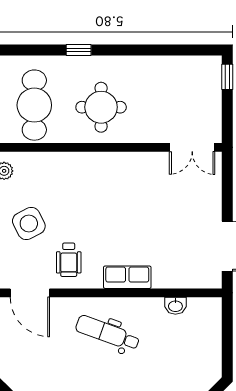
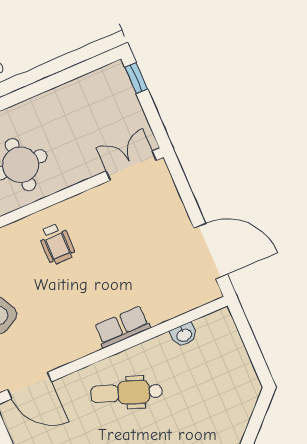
double door: (192, 147) -> (131, 166), swing flipped
wheelchair: (69, 260) -> (57, 244), moved

